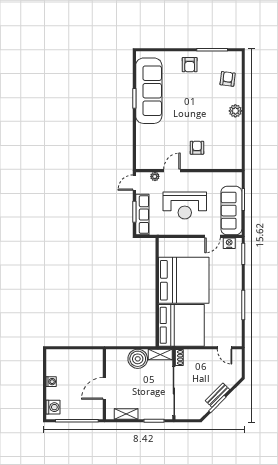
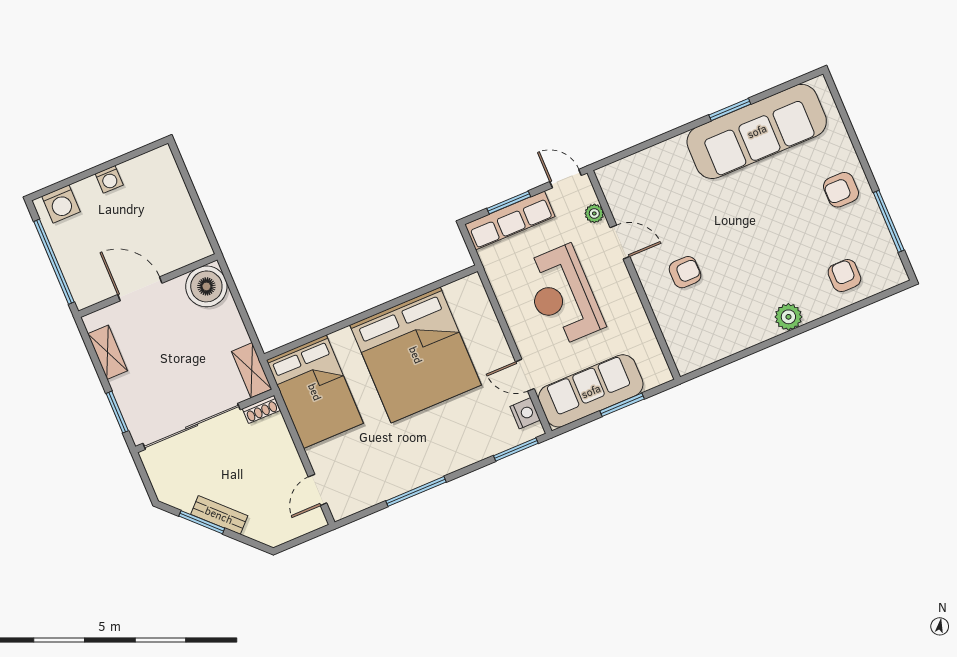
armchair: (228, 79) -> (844, 276), turned -97
bed: (181, 325) -> (315, 392), width x0.73
boiler: (138, 359) -> (206, 286), moved

